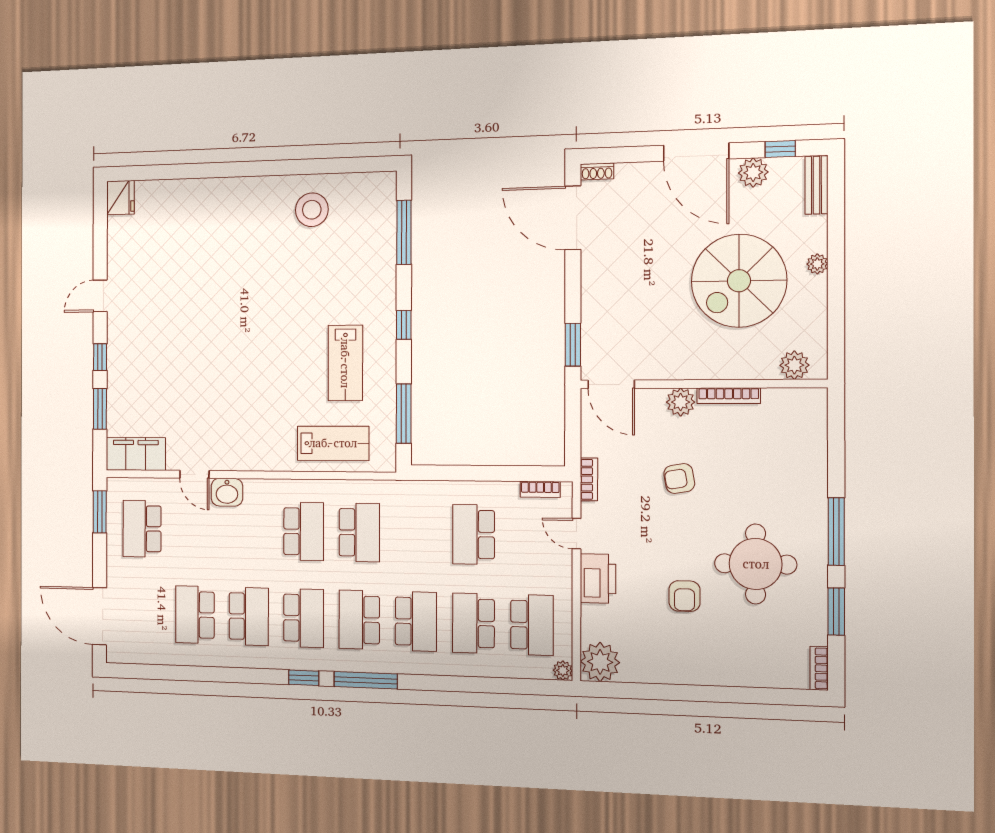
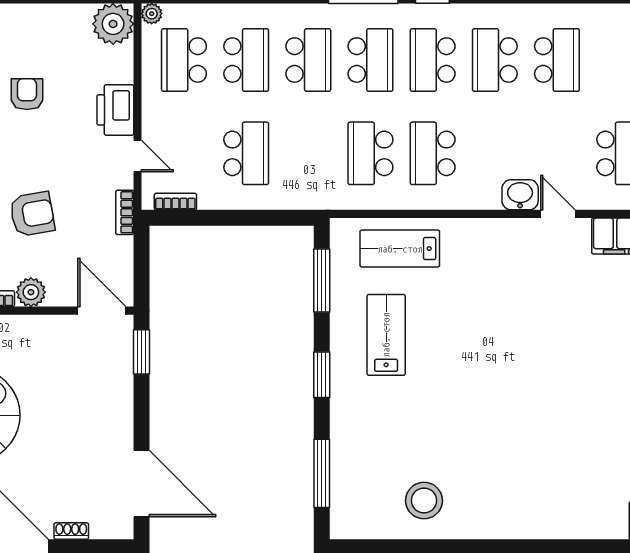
shoe rack: (597, 171) -> (71, 531), moved
window: (404, 325) -> (322, 375), width x1.50
armchair: (679, 479) -> (32, 214), width x1.38, depth x1.38
school desk: (416, 621) -> (308, 60), turned 180

